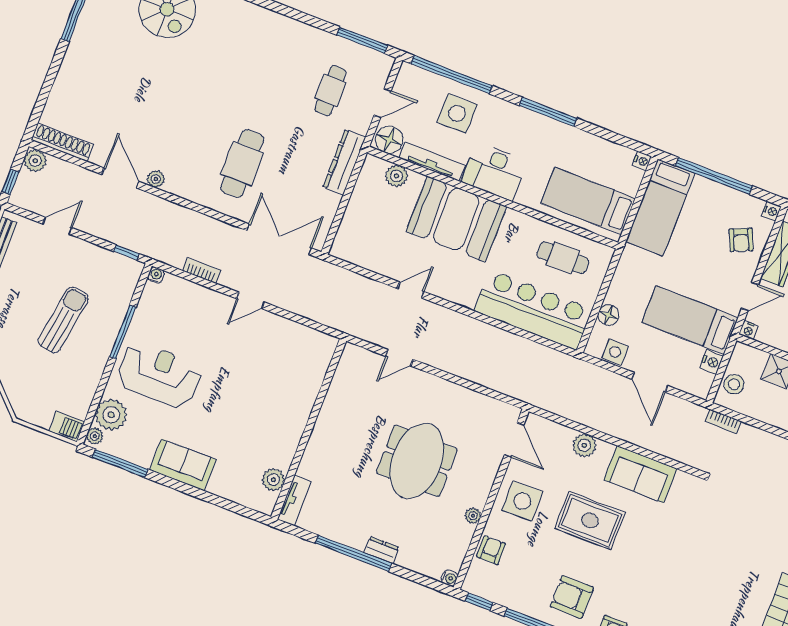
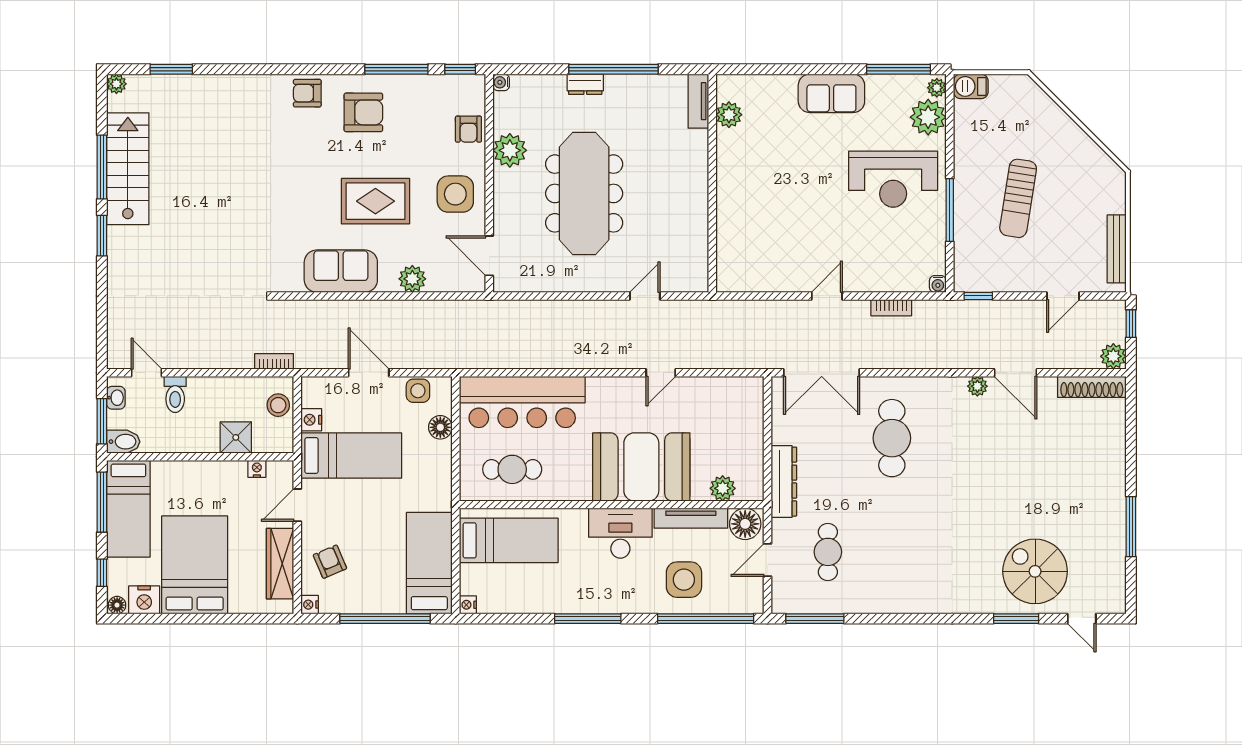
nightstand: (749, 330) -> (257, 469), moved
meeting table: (417, 461) -> (584, 193), width x1.36
plant: (473, 516) -> (510, 150), width x1.88, depth x1.88

